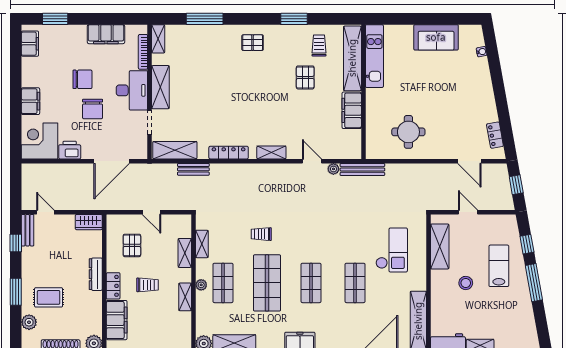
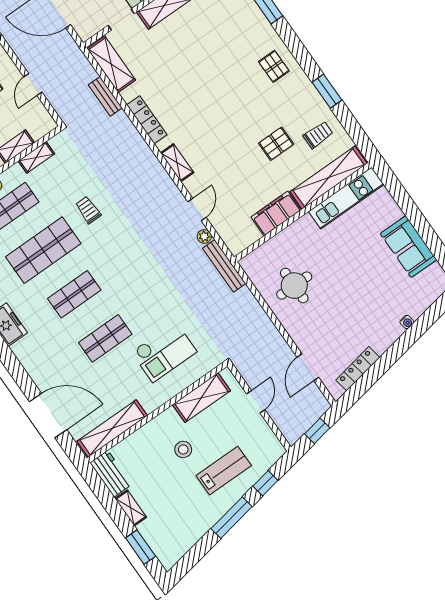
water cooler: (482, 52) -> (407, 322), moved
locker: (495, 135) -> (358, 369), width x1.53

